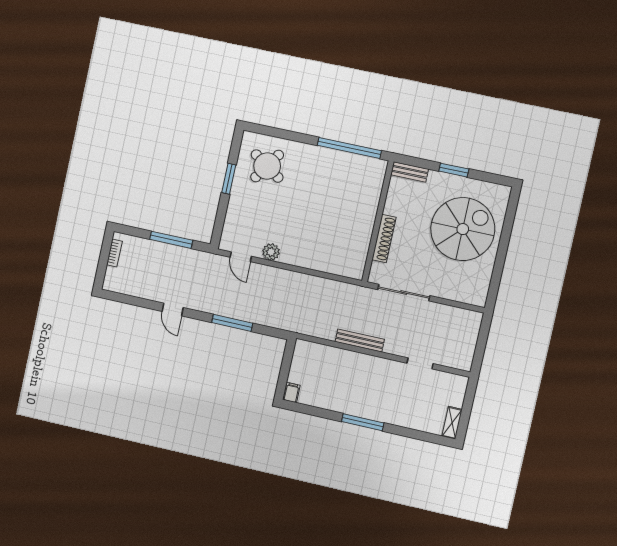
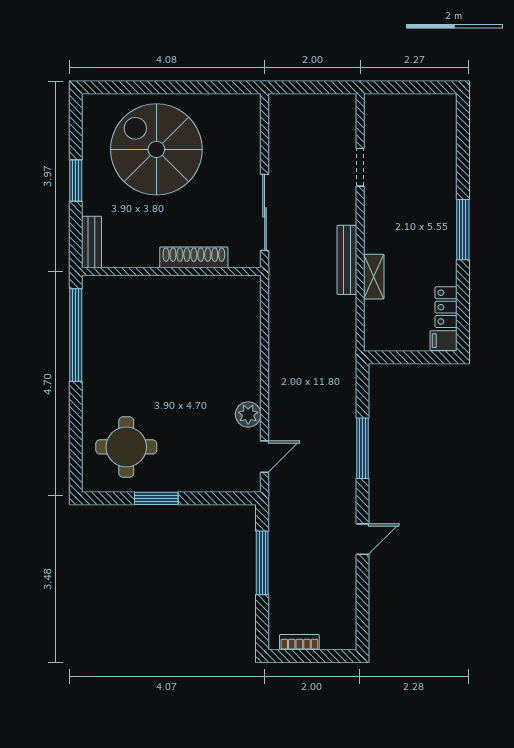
round table: (267, 166) -> (126, 447), turned -34
locker: (314, 399) -> (446, 307), added
shelving: (452, 423) -> (374, 277), moved, turned 90

